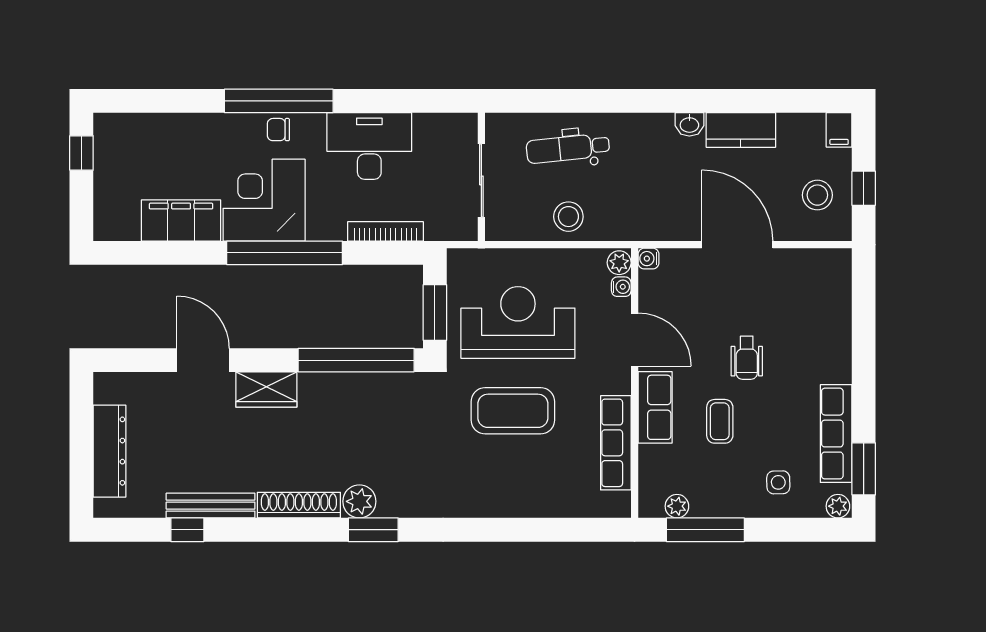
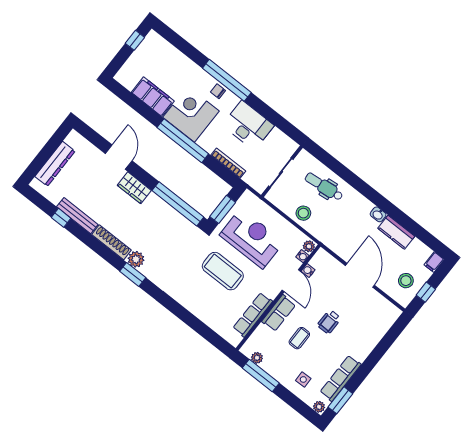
water cooler: (648, 259) -> (308, 271), moved

